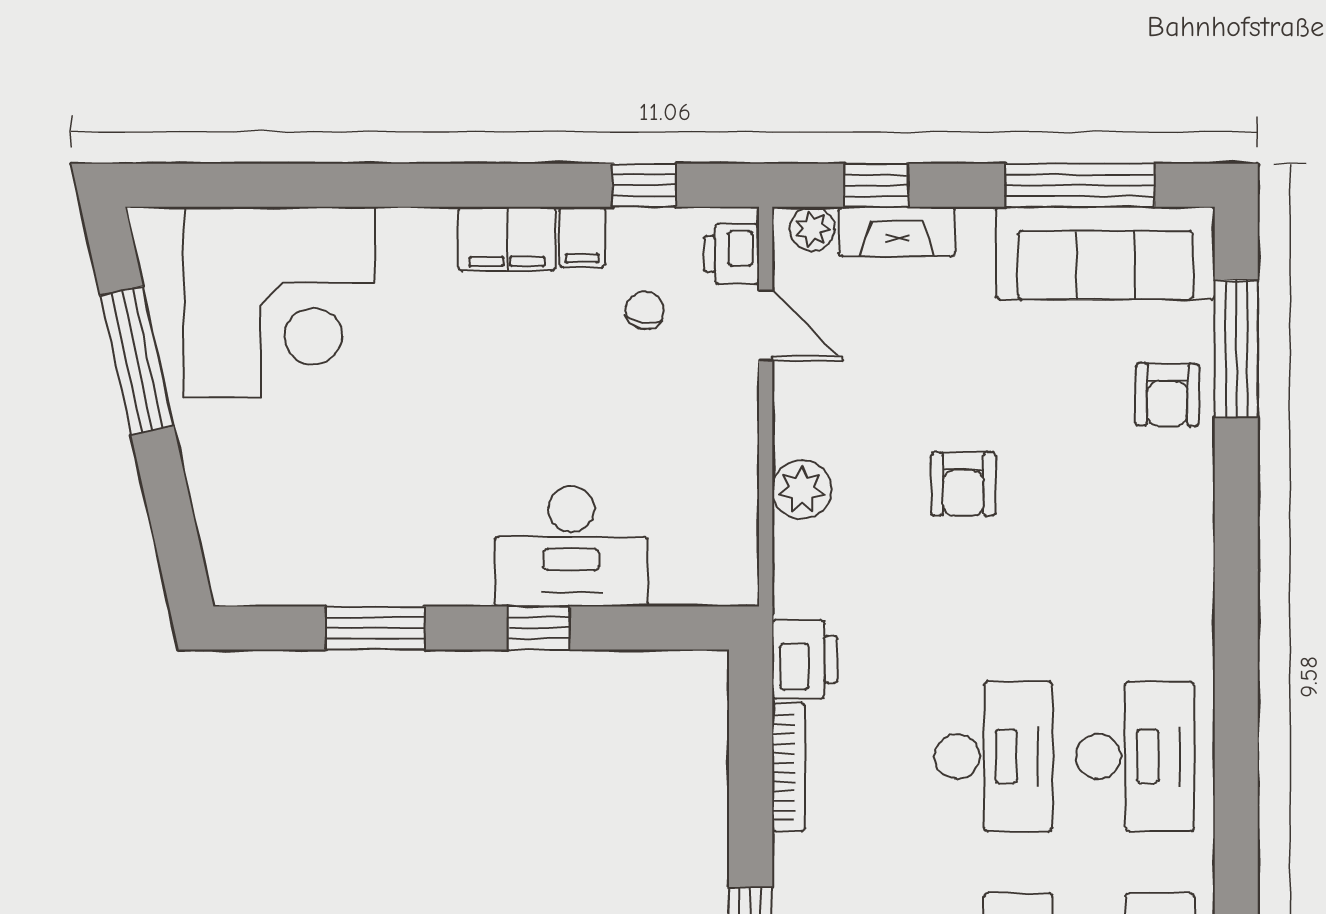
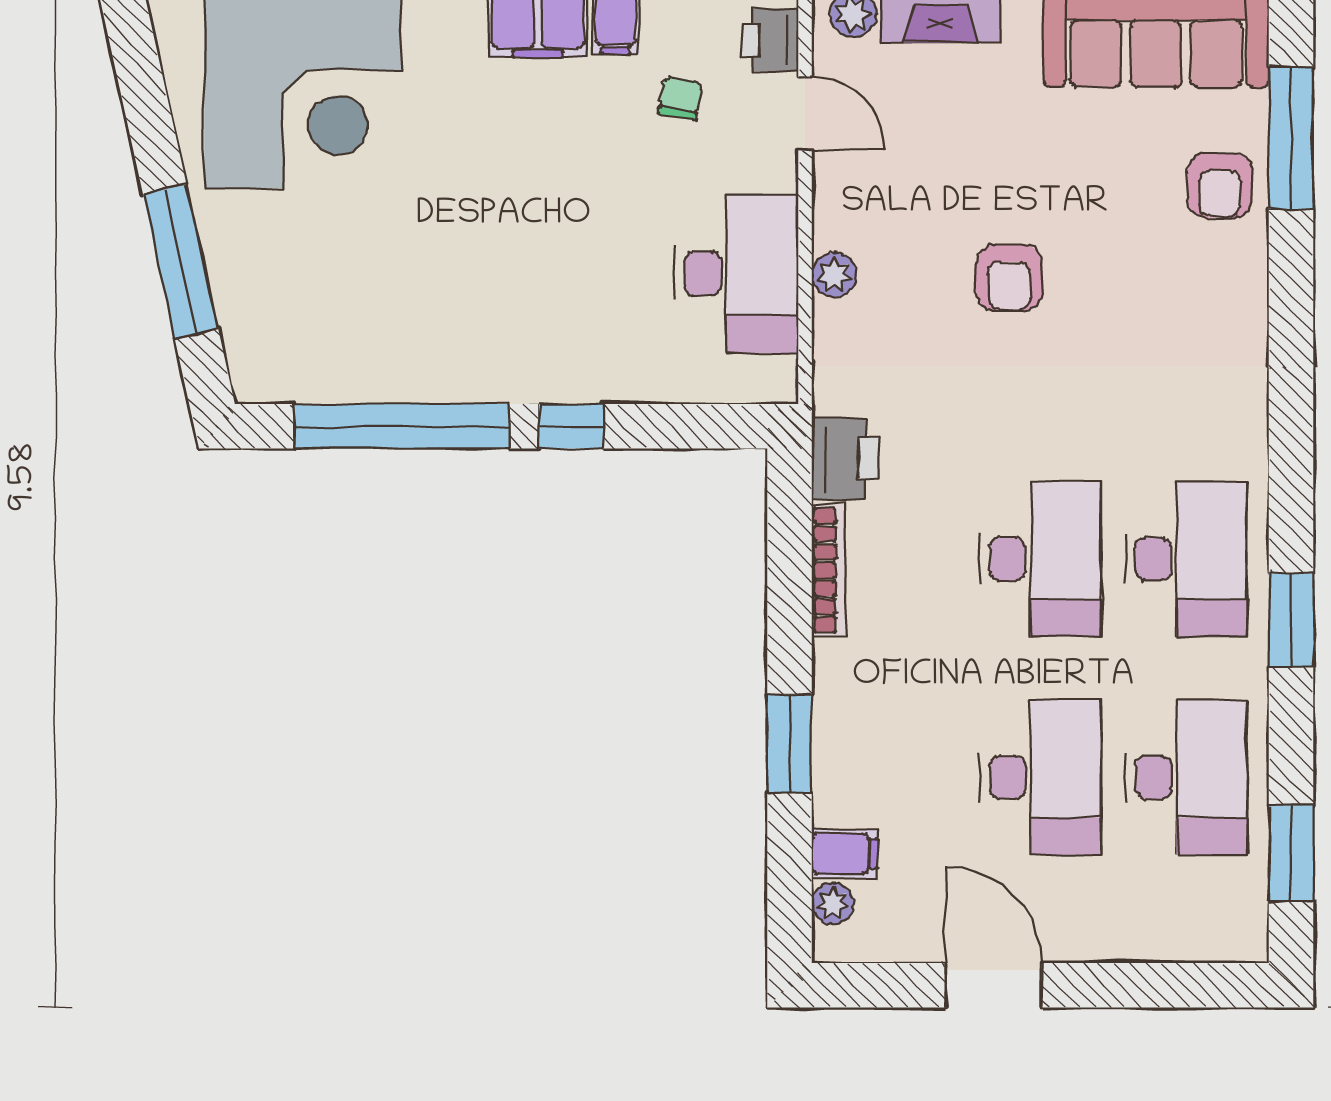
window: (137, 360) -> (181, 261), moved
plant: (802, 490) -> (834, 275), width x0.73, depth x0.73
desk: (571, 546) -> (736, 274), moved, turned -90
window: (375, 628) -> (402, 426), width x2.11
window: (1236, 815) -> (1291, 620), added

